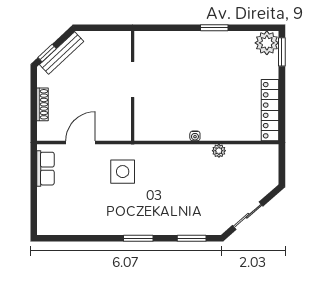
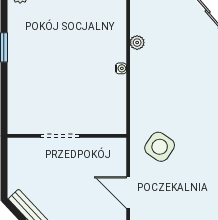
side table: (123, 172) -> (160, 147), turned 34

